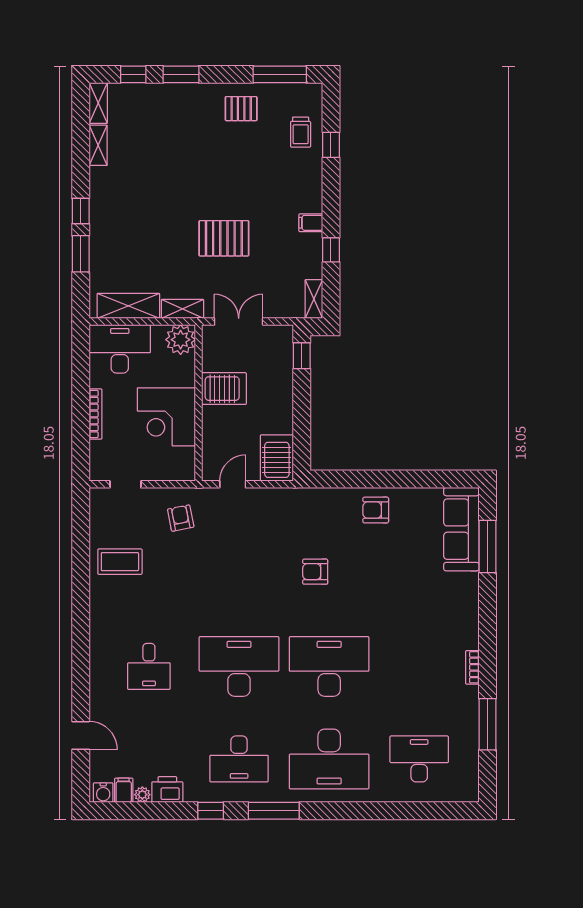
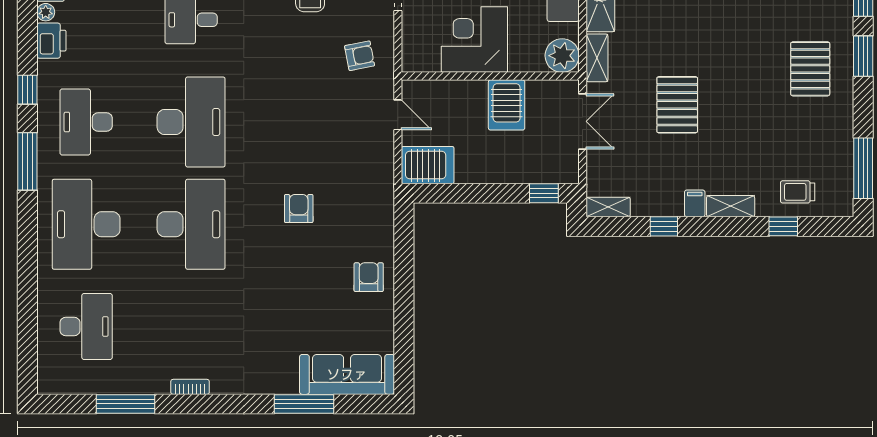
pallet: (241, 109) -> (810, 69), moved, width x1.50, depth x1.42
shelving: (313, 191) -> (731, 206), added
window: (487, 547) -> (304, 404), moved

